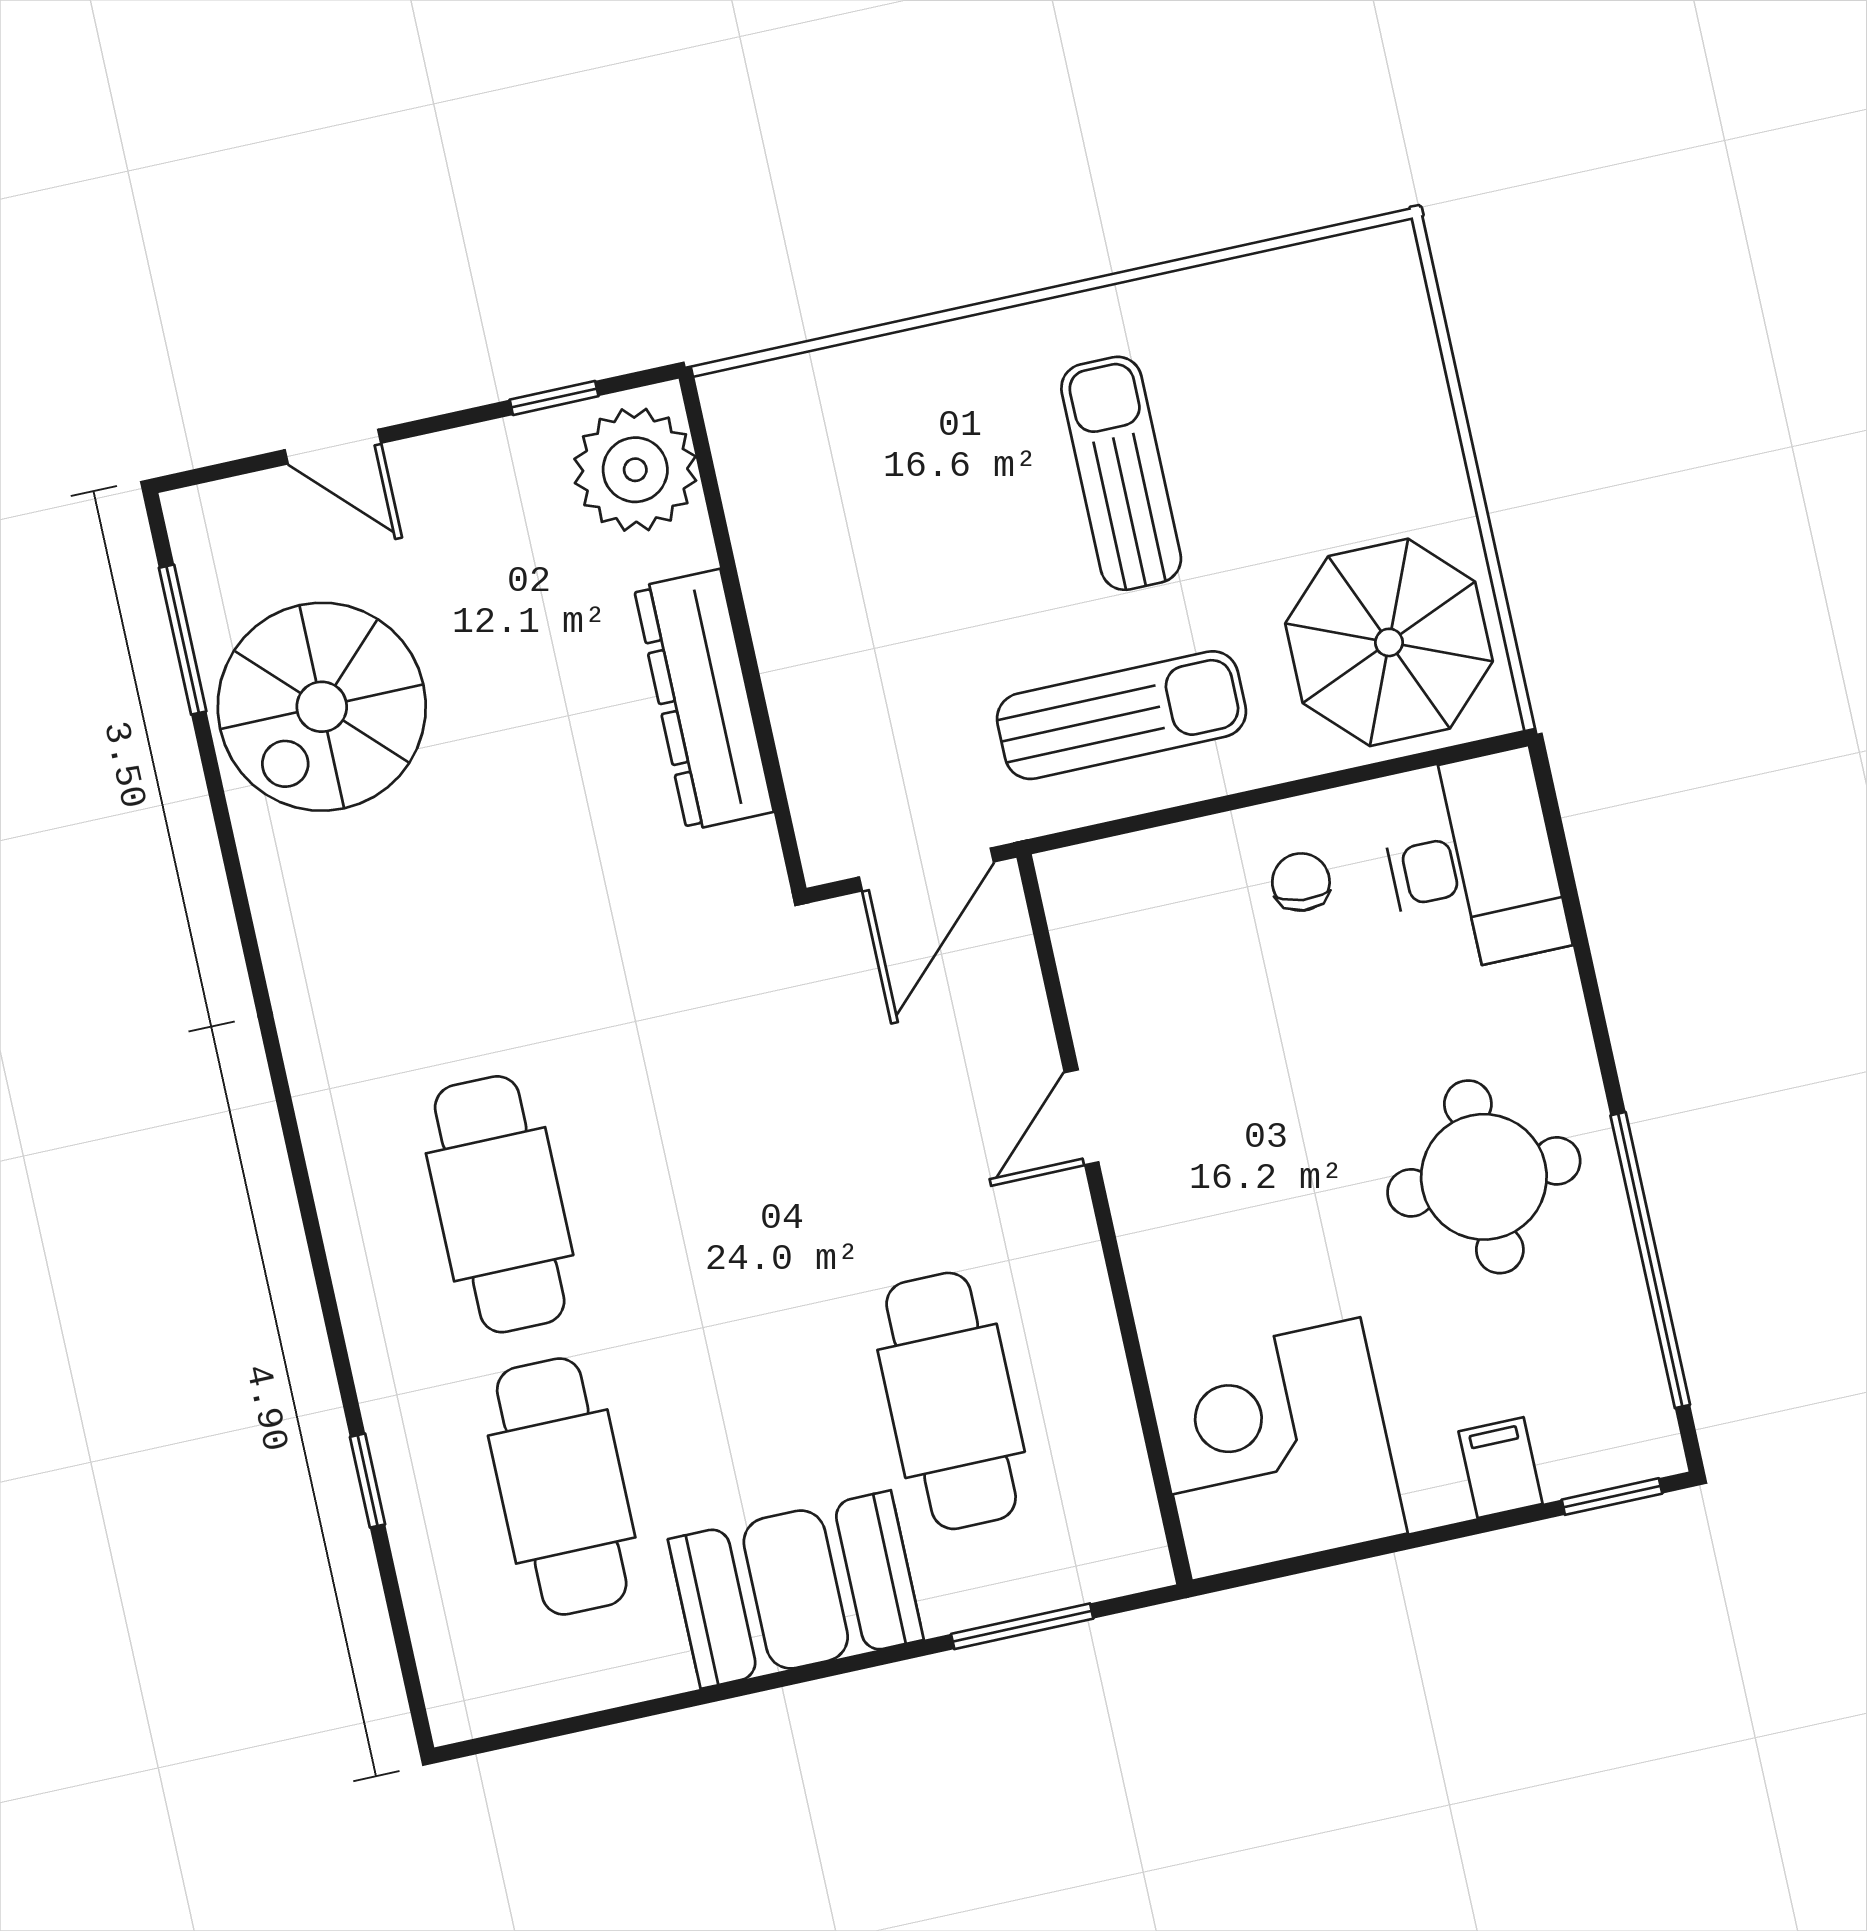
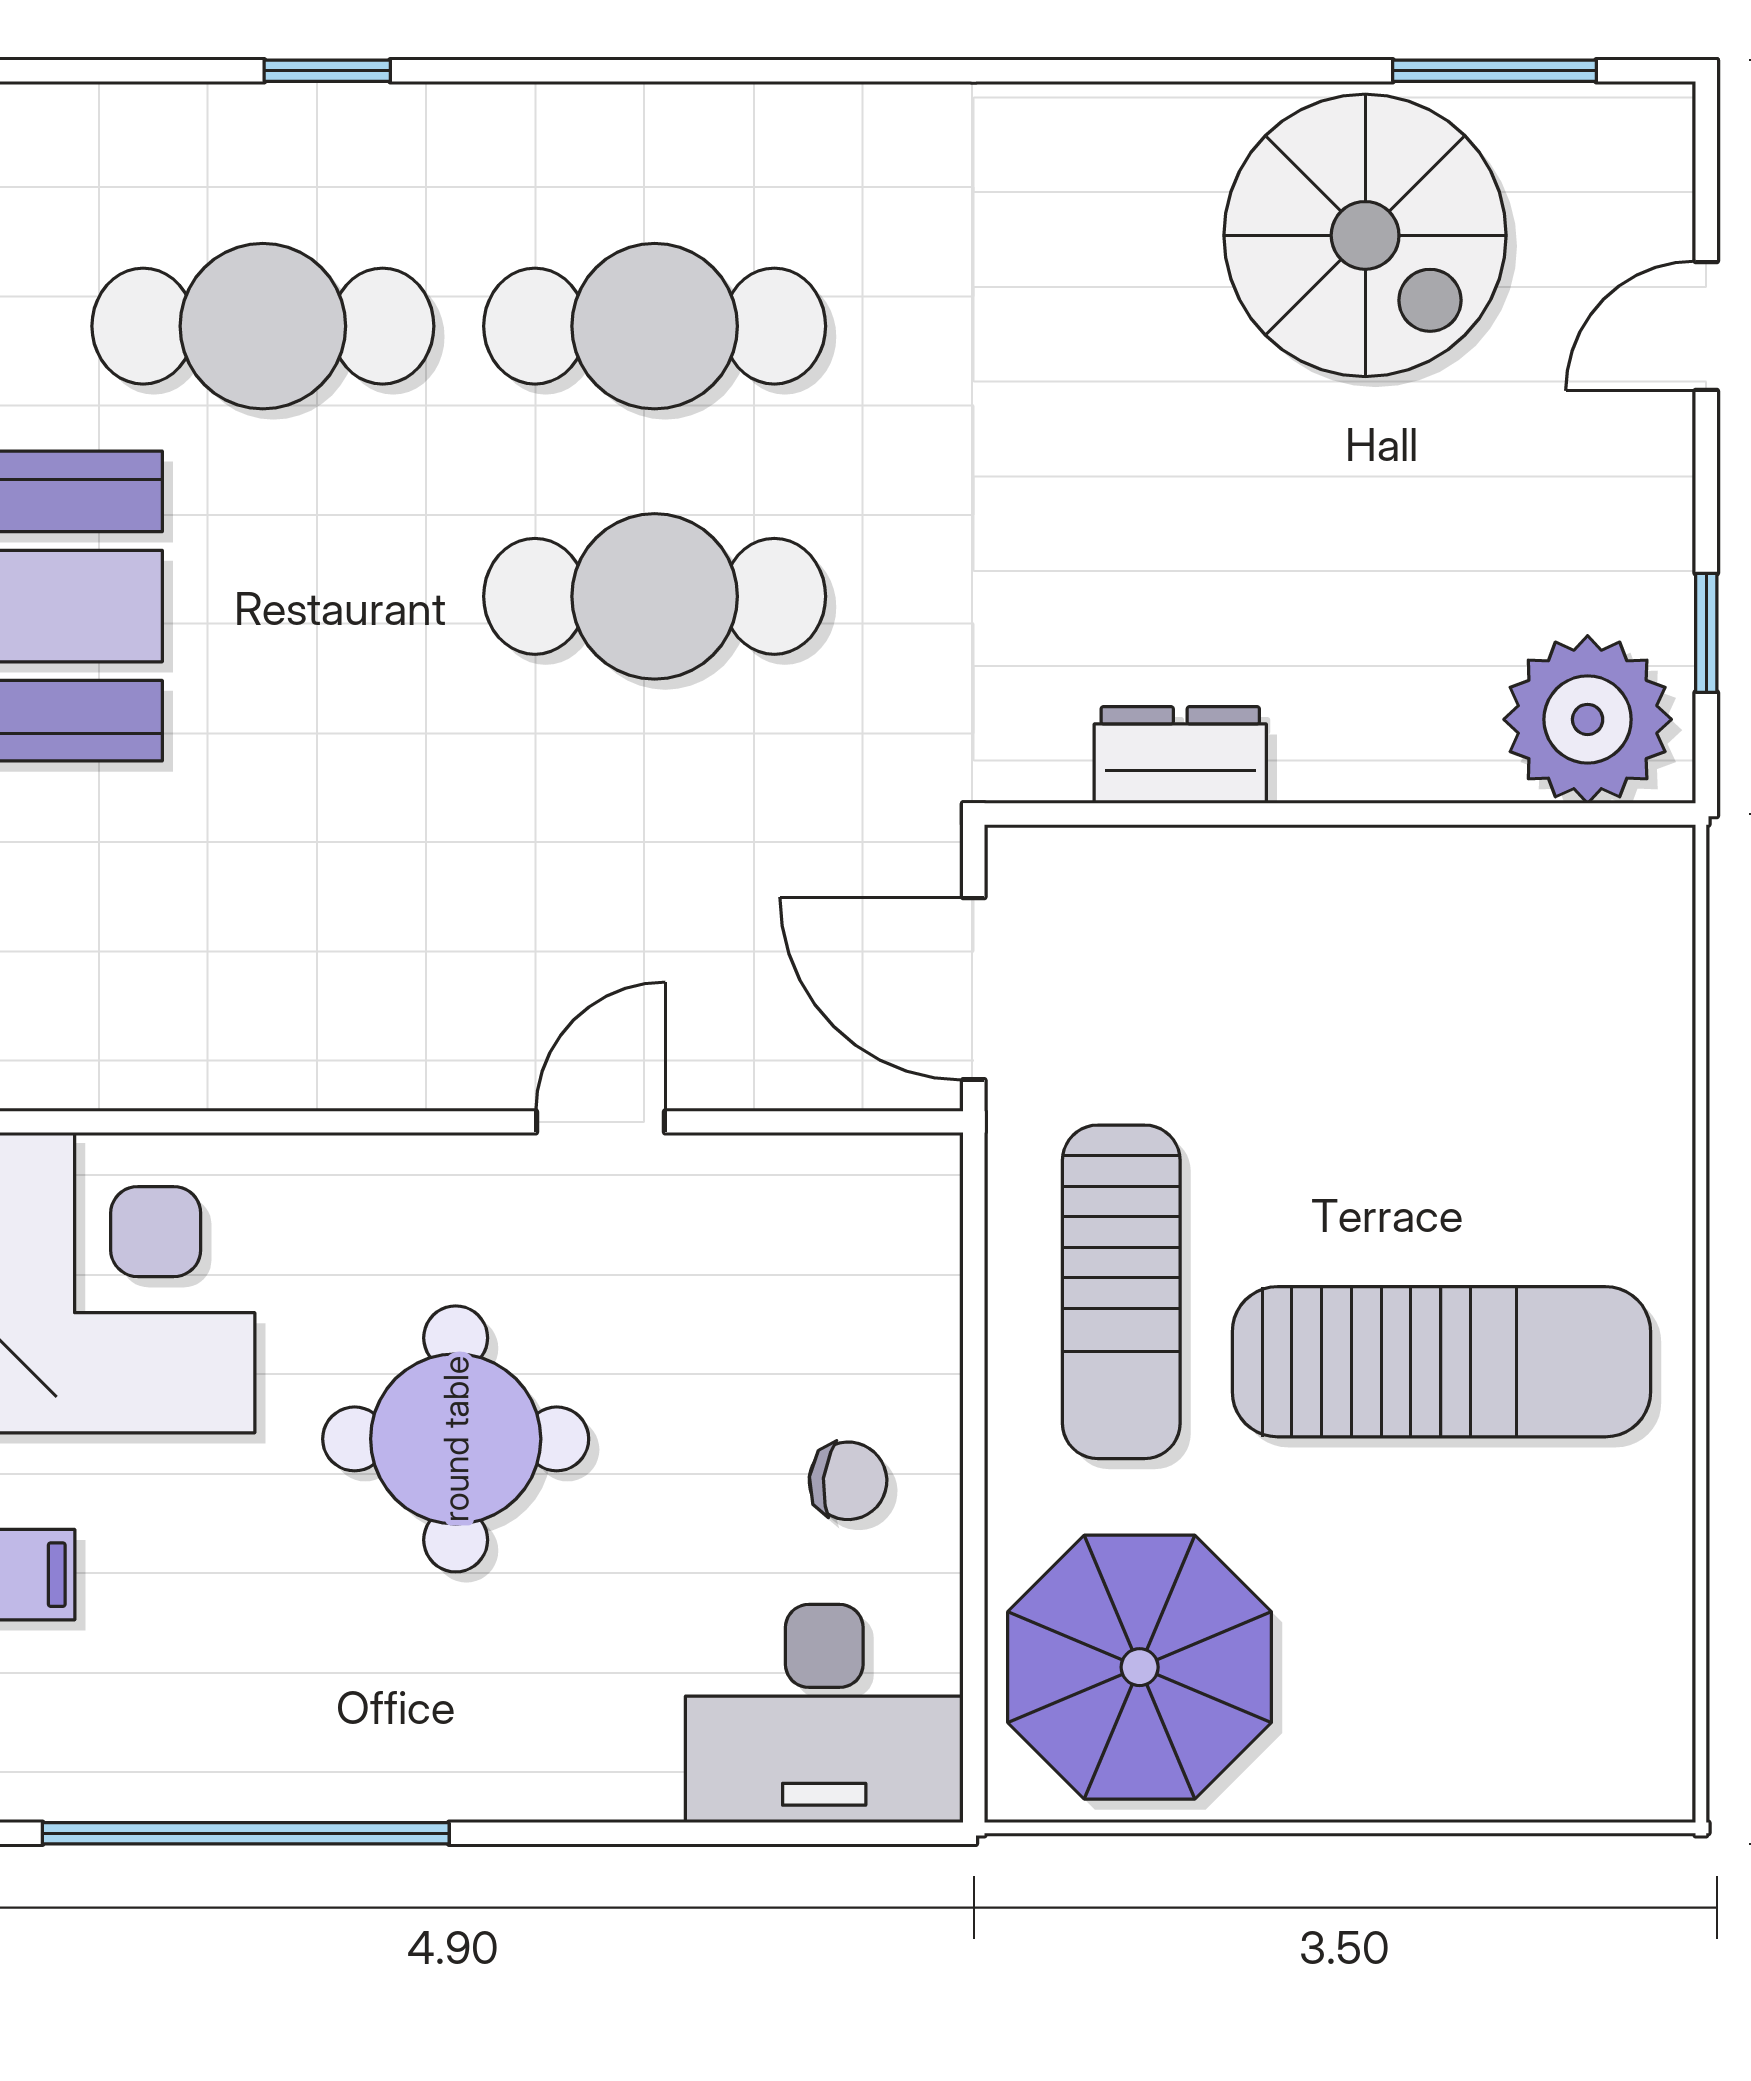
sun lounger: (1121, 473) -> (1441, 1362), width x1.36, depth x1.34
dresser: (704, 700) -> (1180, 755), width x0.51, depth x0.80
spiral stairs: (322, 707) -> (1365, 235), turned 180
door: (1082, 1117) -> (600, 1122), hinge flipped
round table: (1484, 1177) -> (456, 1439), moved
cafe table: (951, 1401) -> (655, 596), moved

